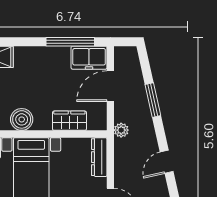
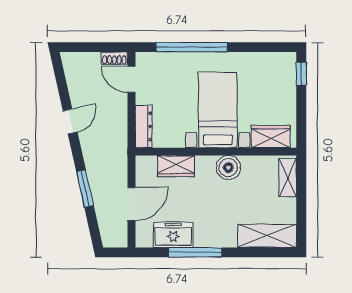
window: (70, 42) -> (195, 252), moved
freezer: (89, 58) -> (173, 235), moved
plant: (121, 130) -> (120, 156), removed

